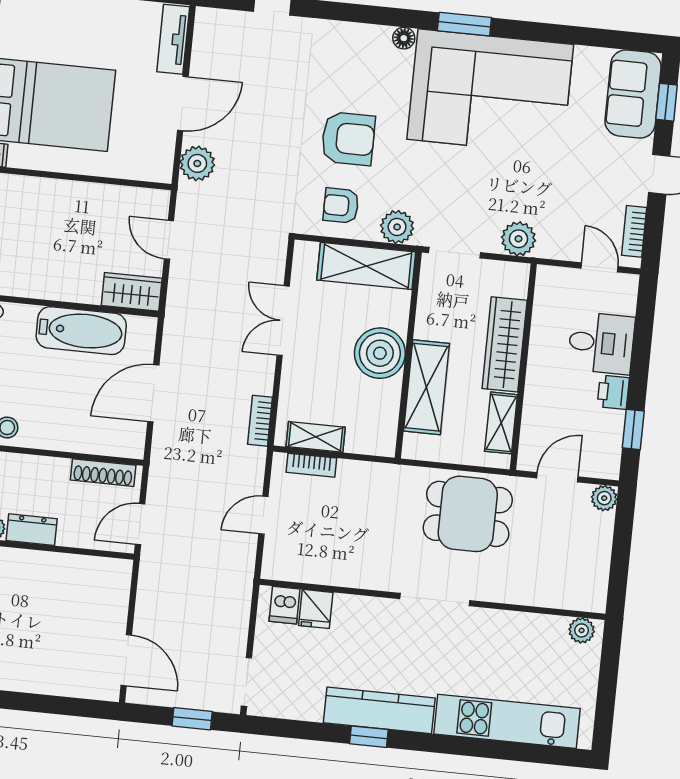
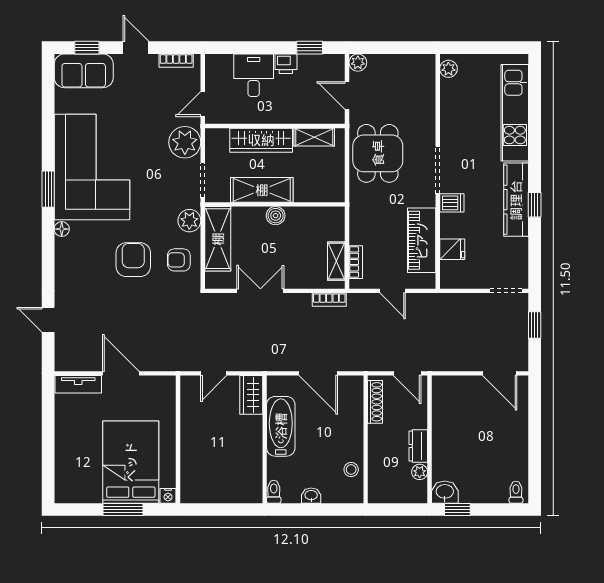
plant: (197, 163) -> (160, 360), removed
armchair: (341, 206) -> (179, 260), turned 90
plant: (518, 239) -> (185, 142), width x1.36, depth x1.36
door: (600, 267) -> (203, 104), moved
double door: (283, 321) -> (260, 291), swing flipped
boiler: (380, 353) -> (276, 216), width x0.54, depth x0.54
shelving: (427, 387) -> (262, 190), moved
piano: (334, 565) -> (422, 240), added
dishwasher: (285, 605) -> (452, 203), moved
door: (126, 660) -> (500, 373), swing flipped

